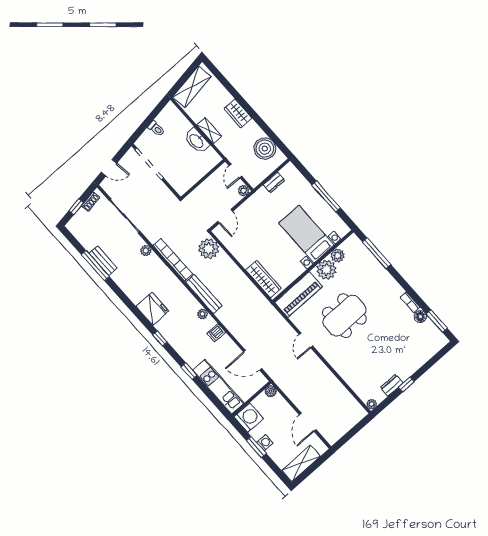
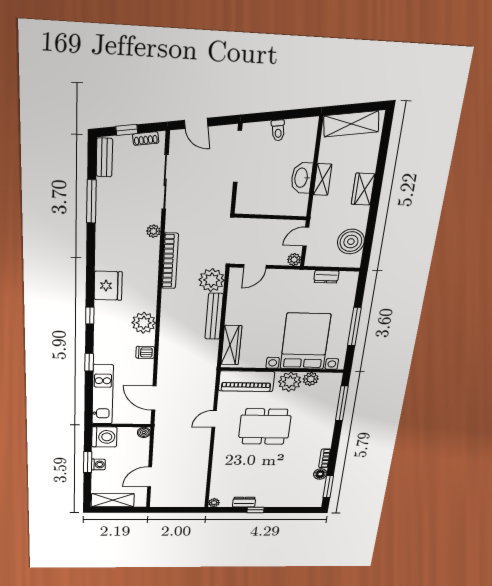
bed with nightstands: (306, 234) -> (305, 341), width x1.36
bench: (103, 261) -> (104, 157), moved
bench: (204, 294) -> (214, 316), moved
plant: (202, 314) -> (144, 323), width x1.87, depth x1.87

